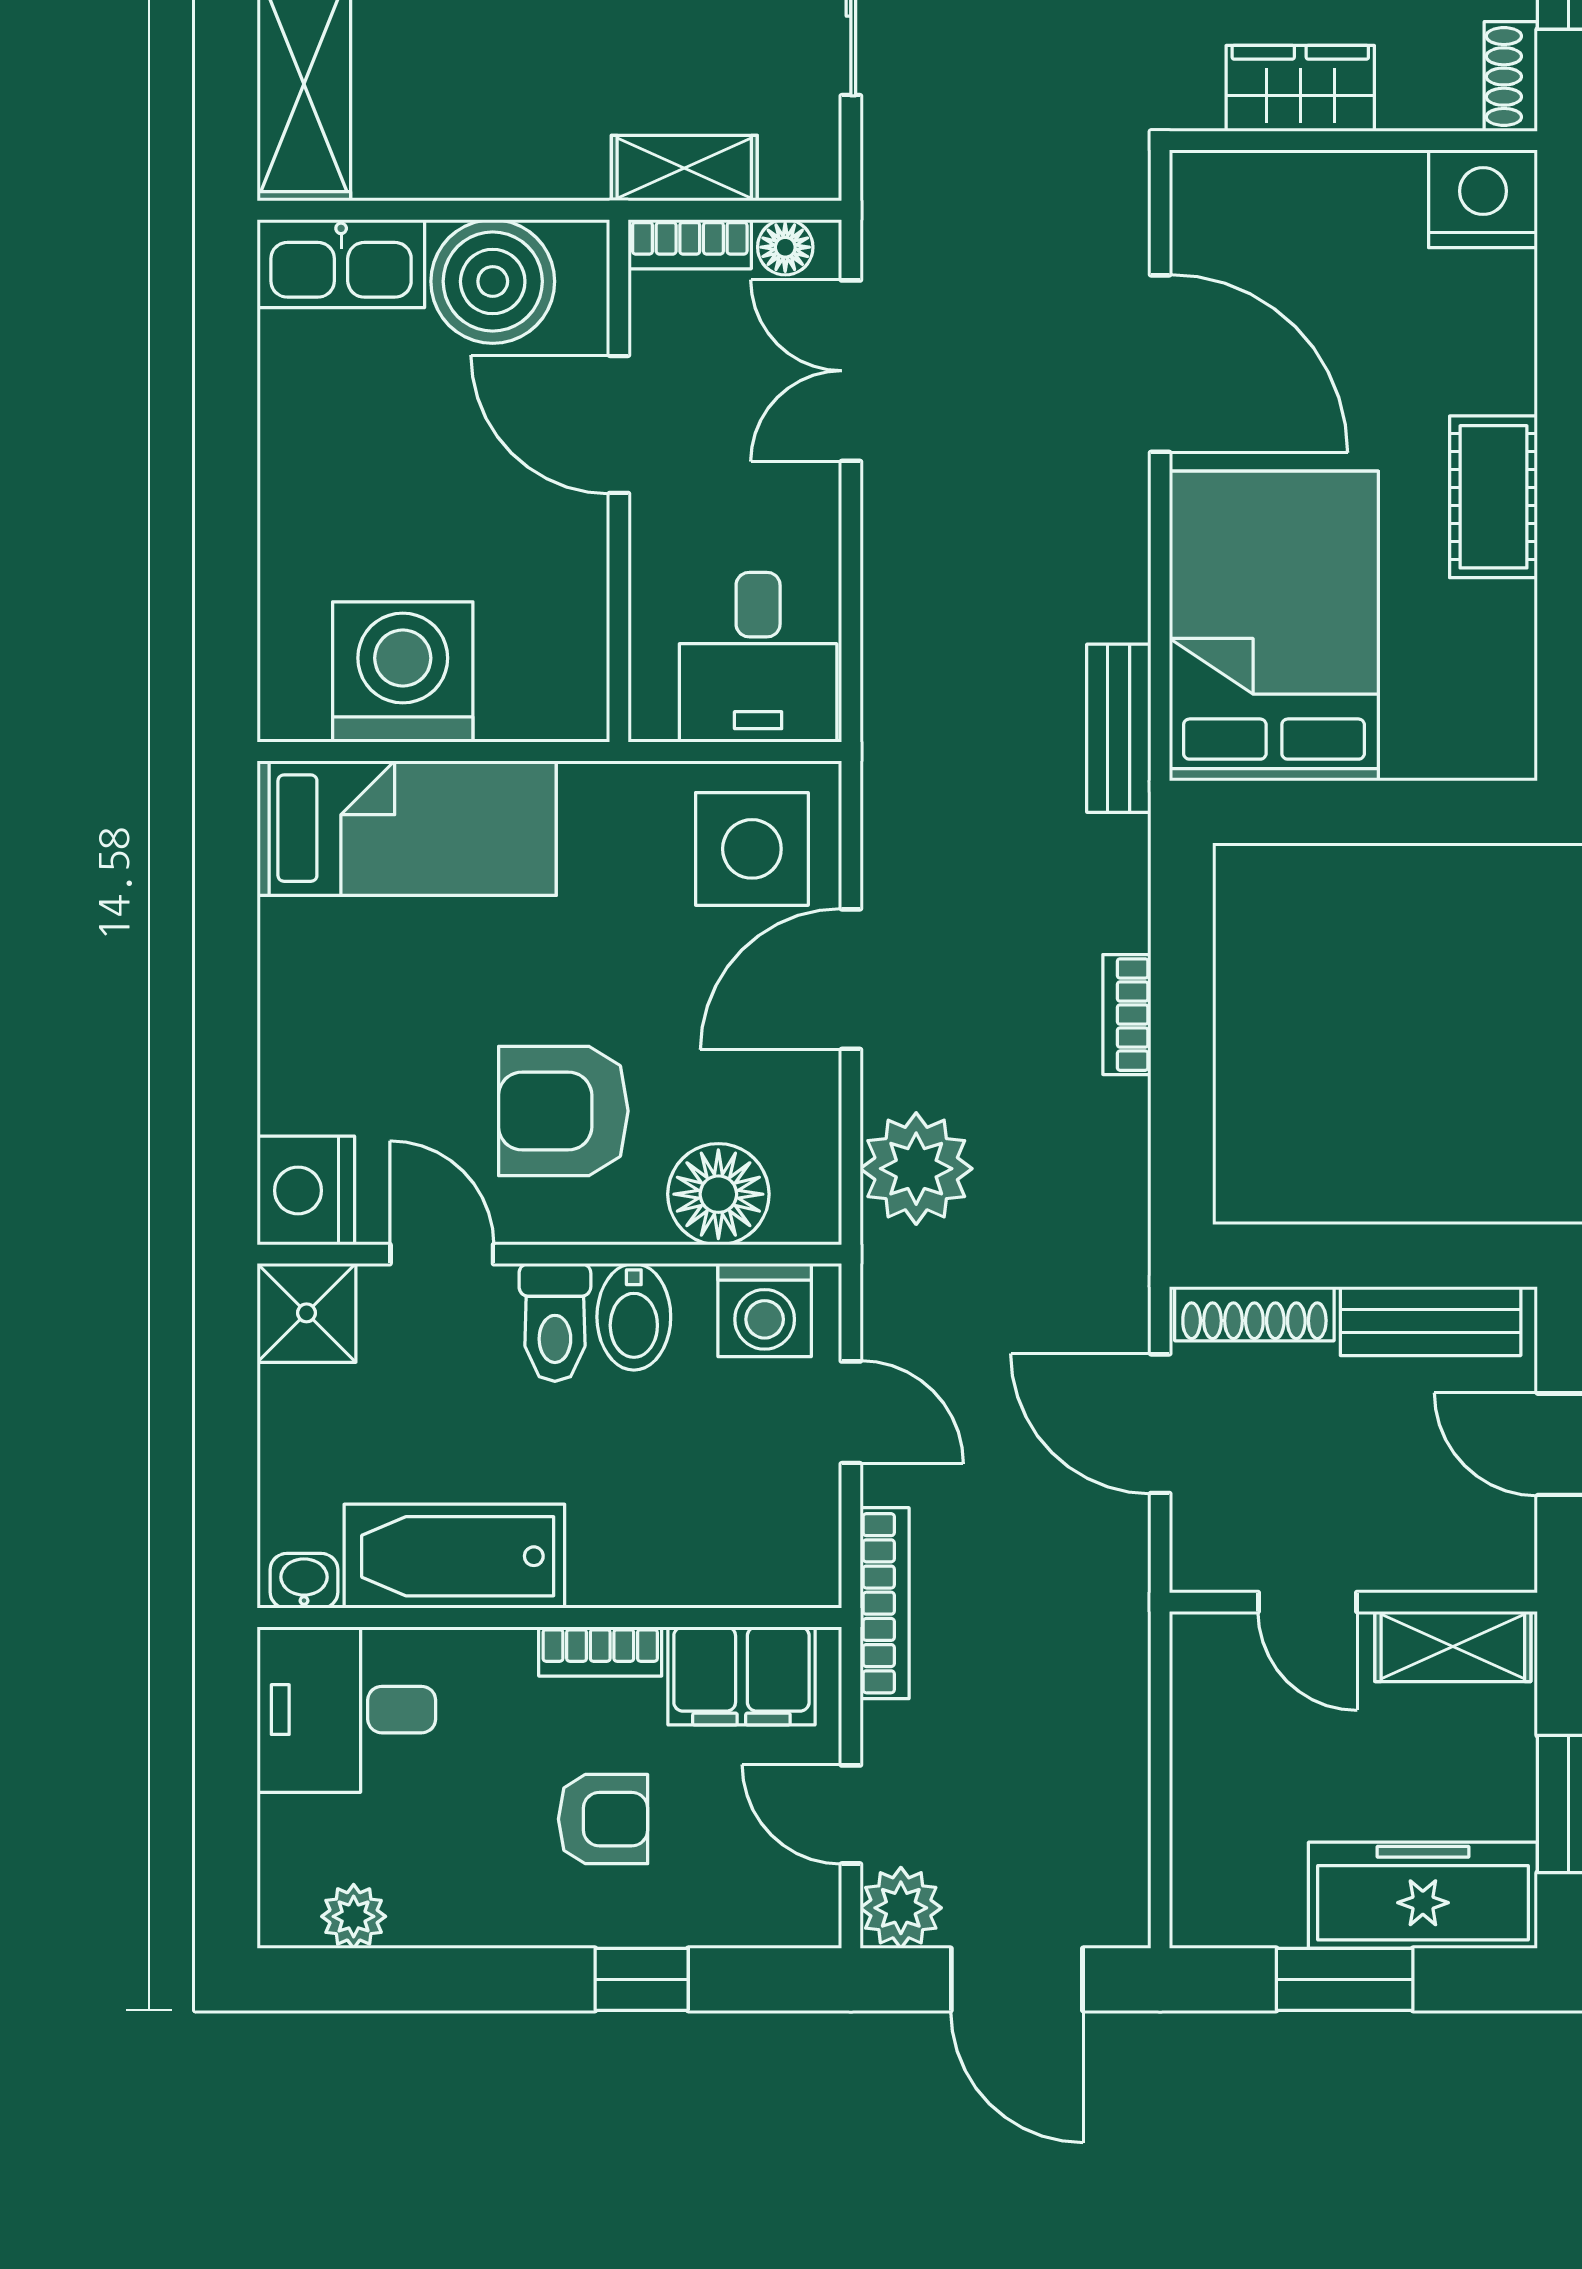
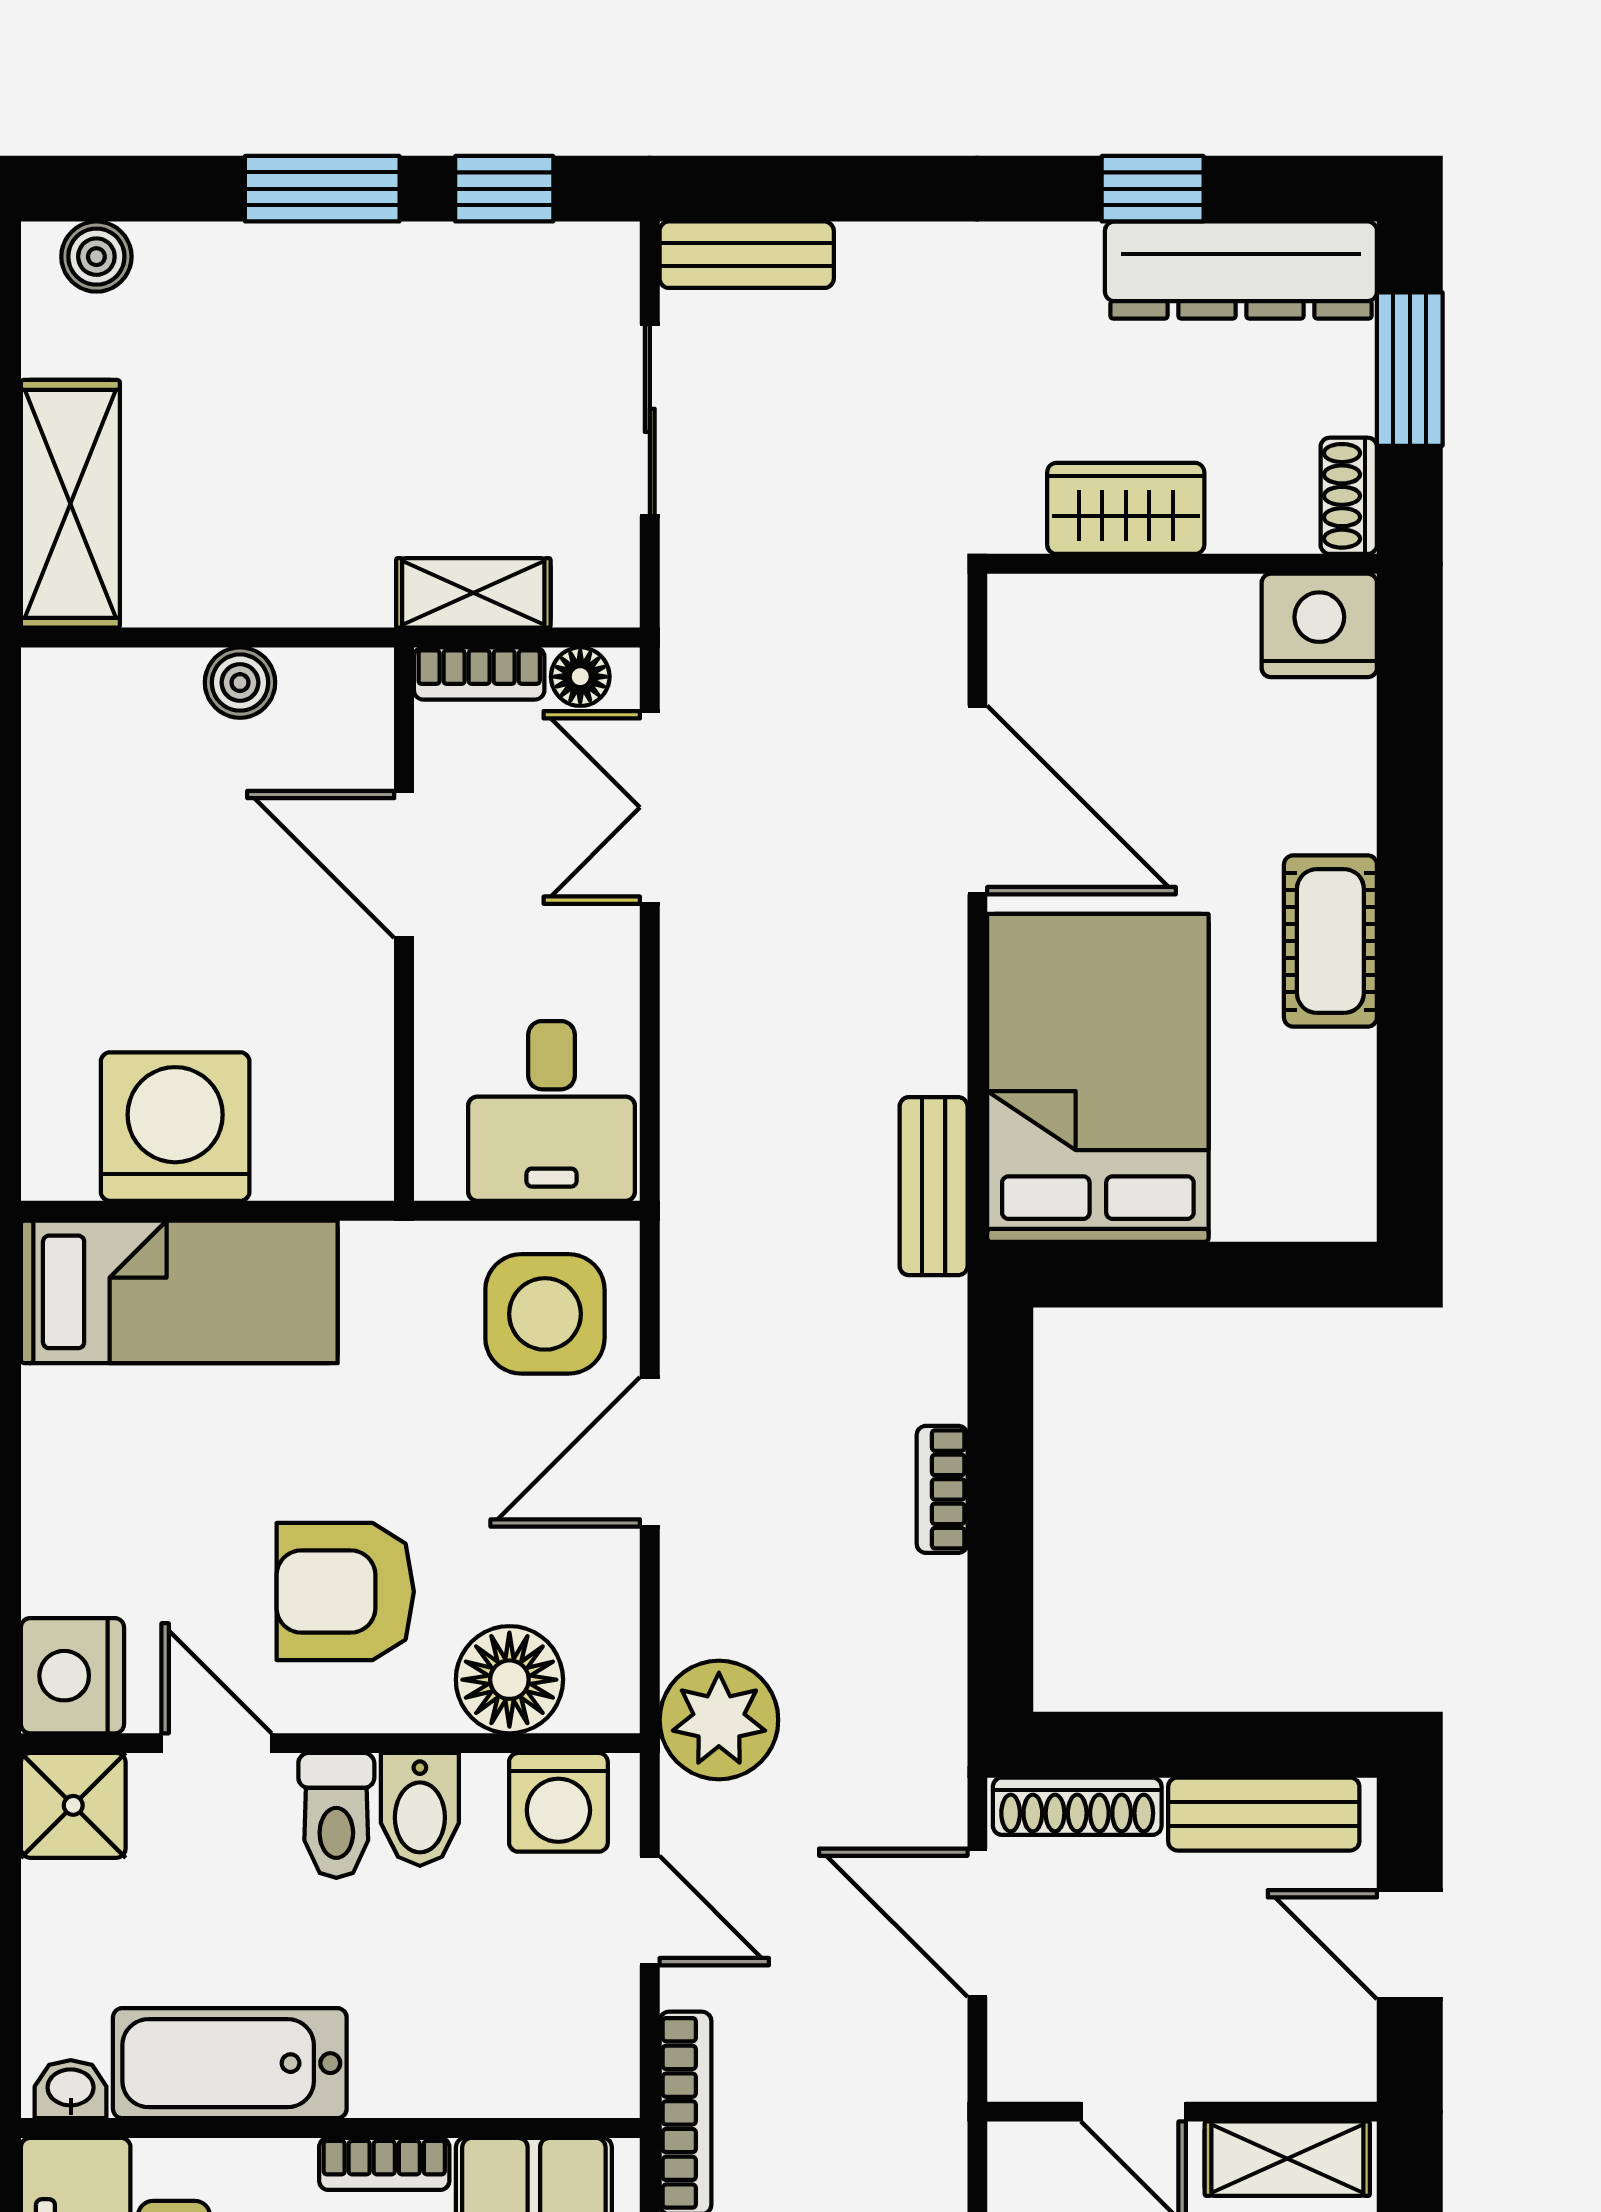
kitchen sink: (341, 264) -> (110, 694), removed
boiler: (493, 281) -> (240, 683), width x0.54, depth x0.54
plant: (916, 1169) -> (719, 1720), moved

